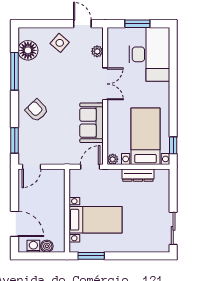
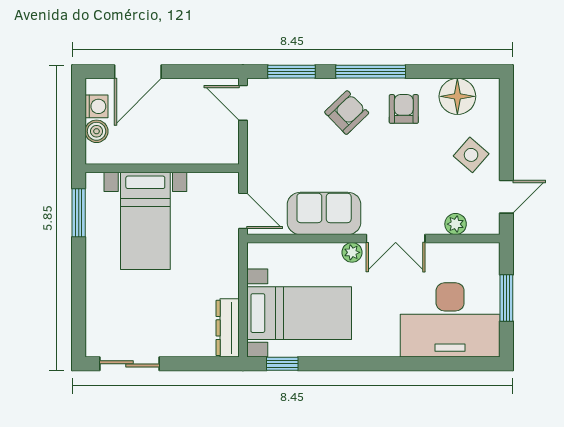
window: (15, 71) -> (371, 72), moved
armchair: (35, 79) -> (404, 109), added
plant: (113, 159) -> (352, 252), moved
dresser: (138, 175) -> (228, 328), moved

